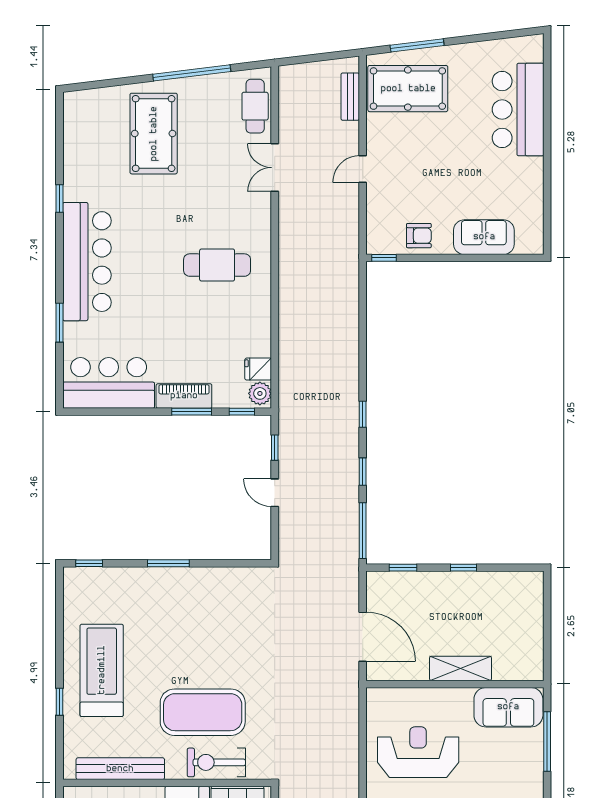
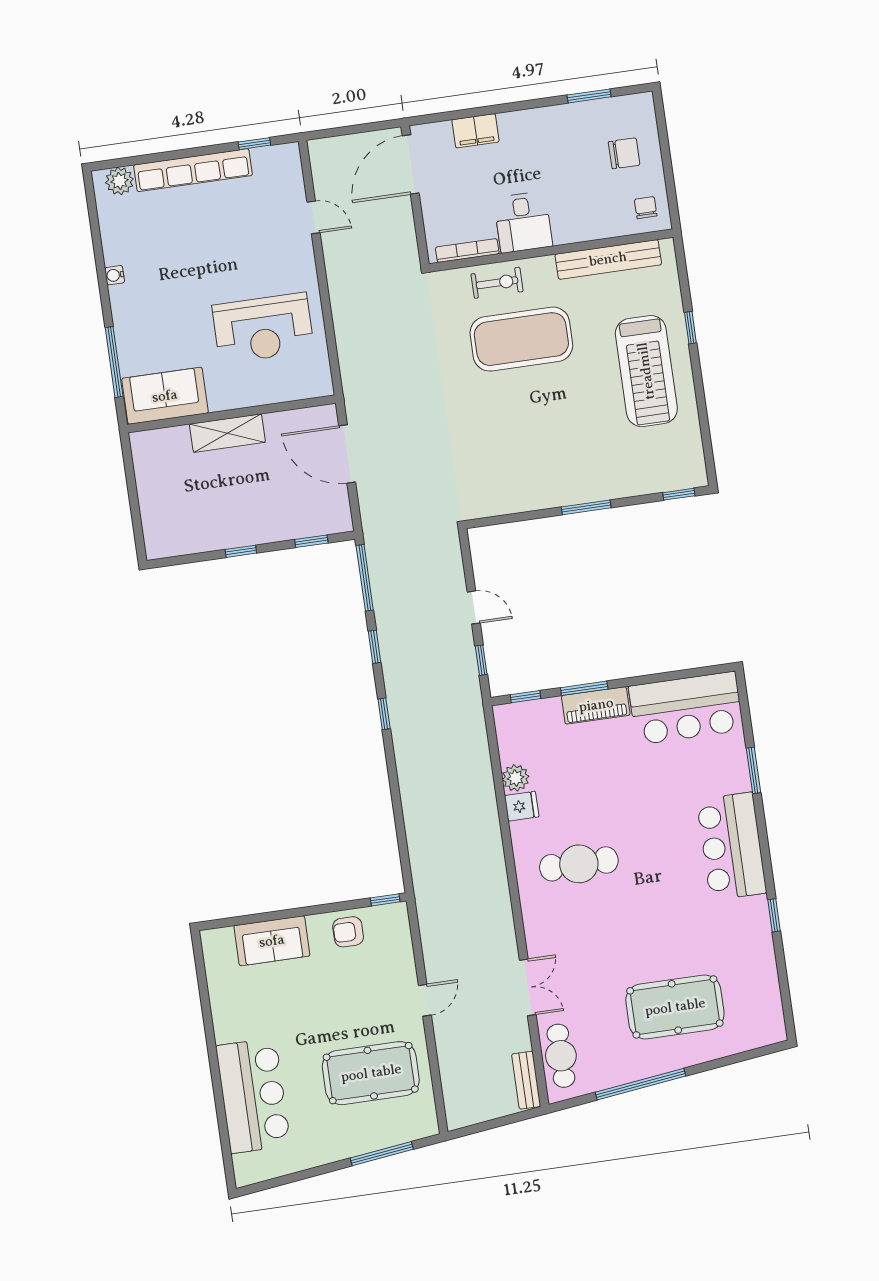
pool table: (408, 89) -> (371, 1073), moved
bench: (350, 97) -> (526, 1080), moved
pool table: (154, 134) -> (675, 1007), turned 90
bar counter: (87, 262) -> (732, 846), width x0.73
fridge: (258, 369) -> (522, 806), moved
plant: (260, 393) -> (516, 778), moved
exercise bike: (216, 762) -> (497, 283), width x0.73, depth x0.72

